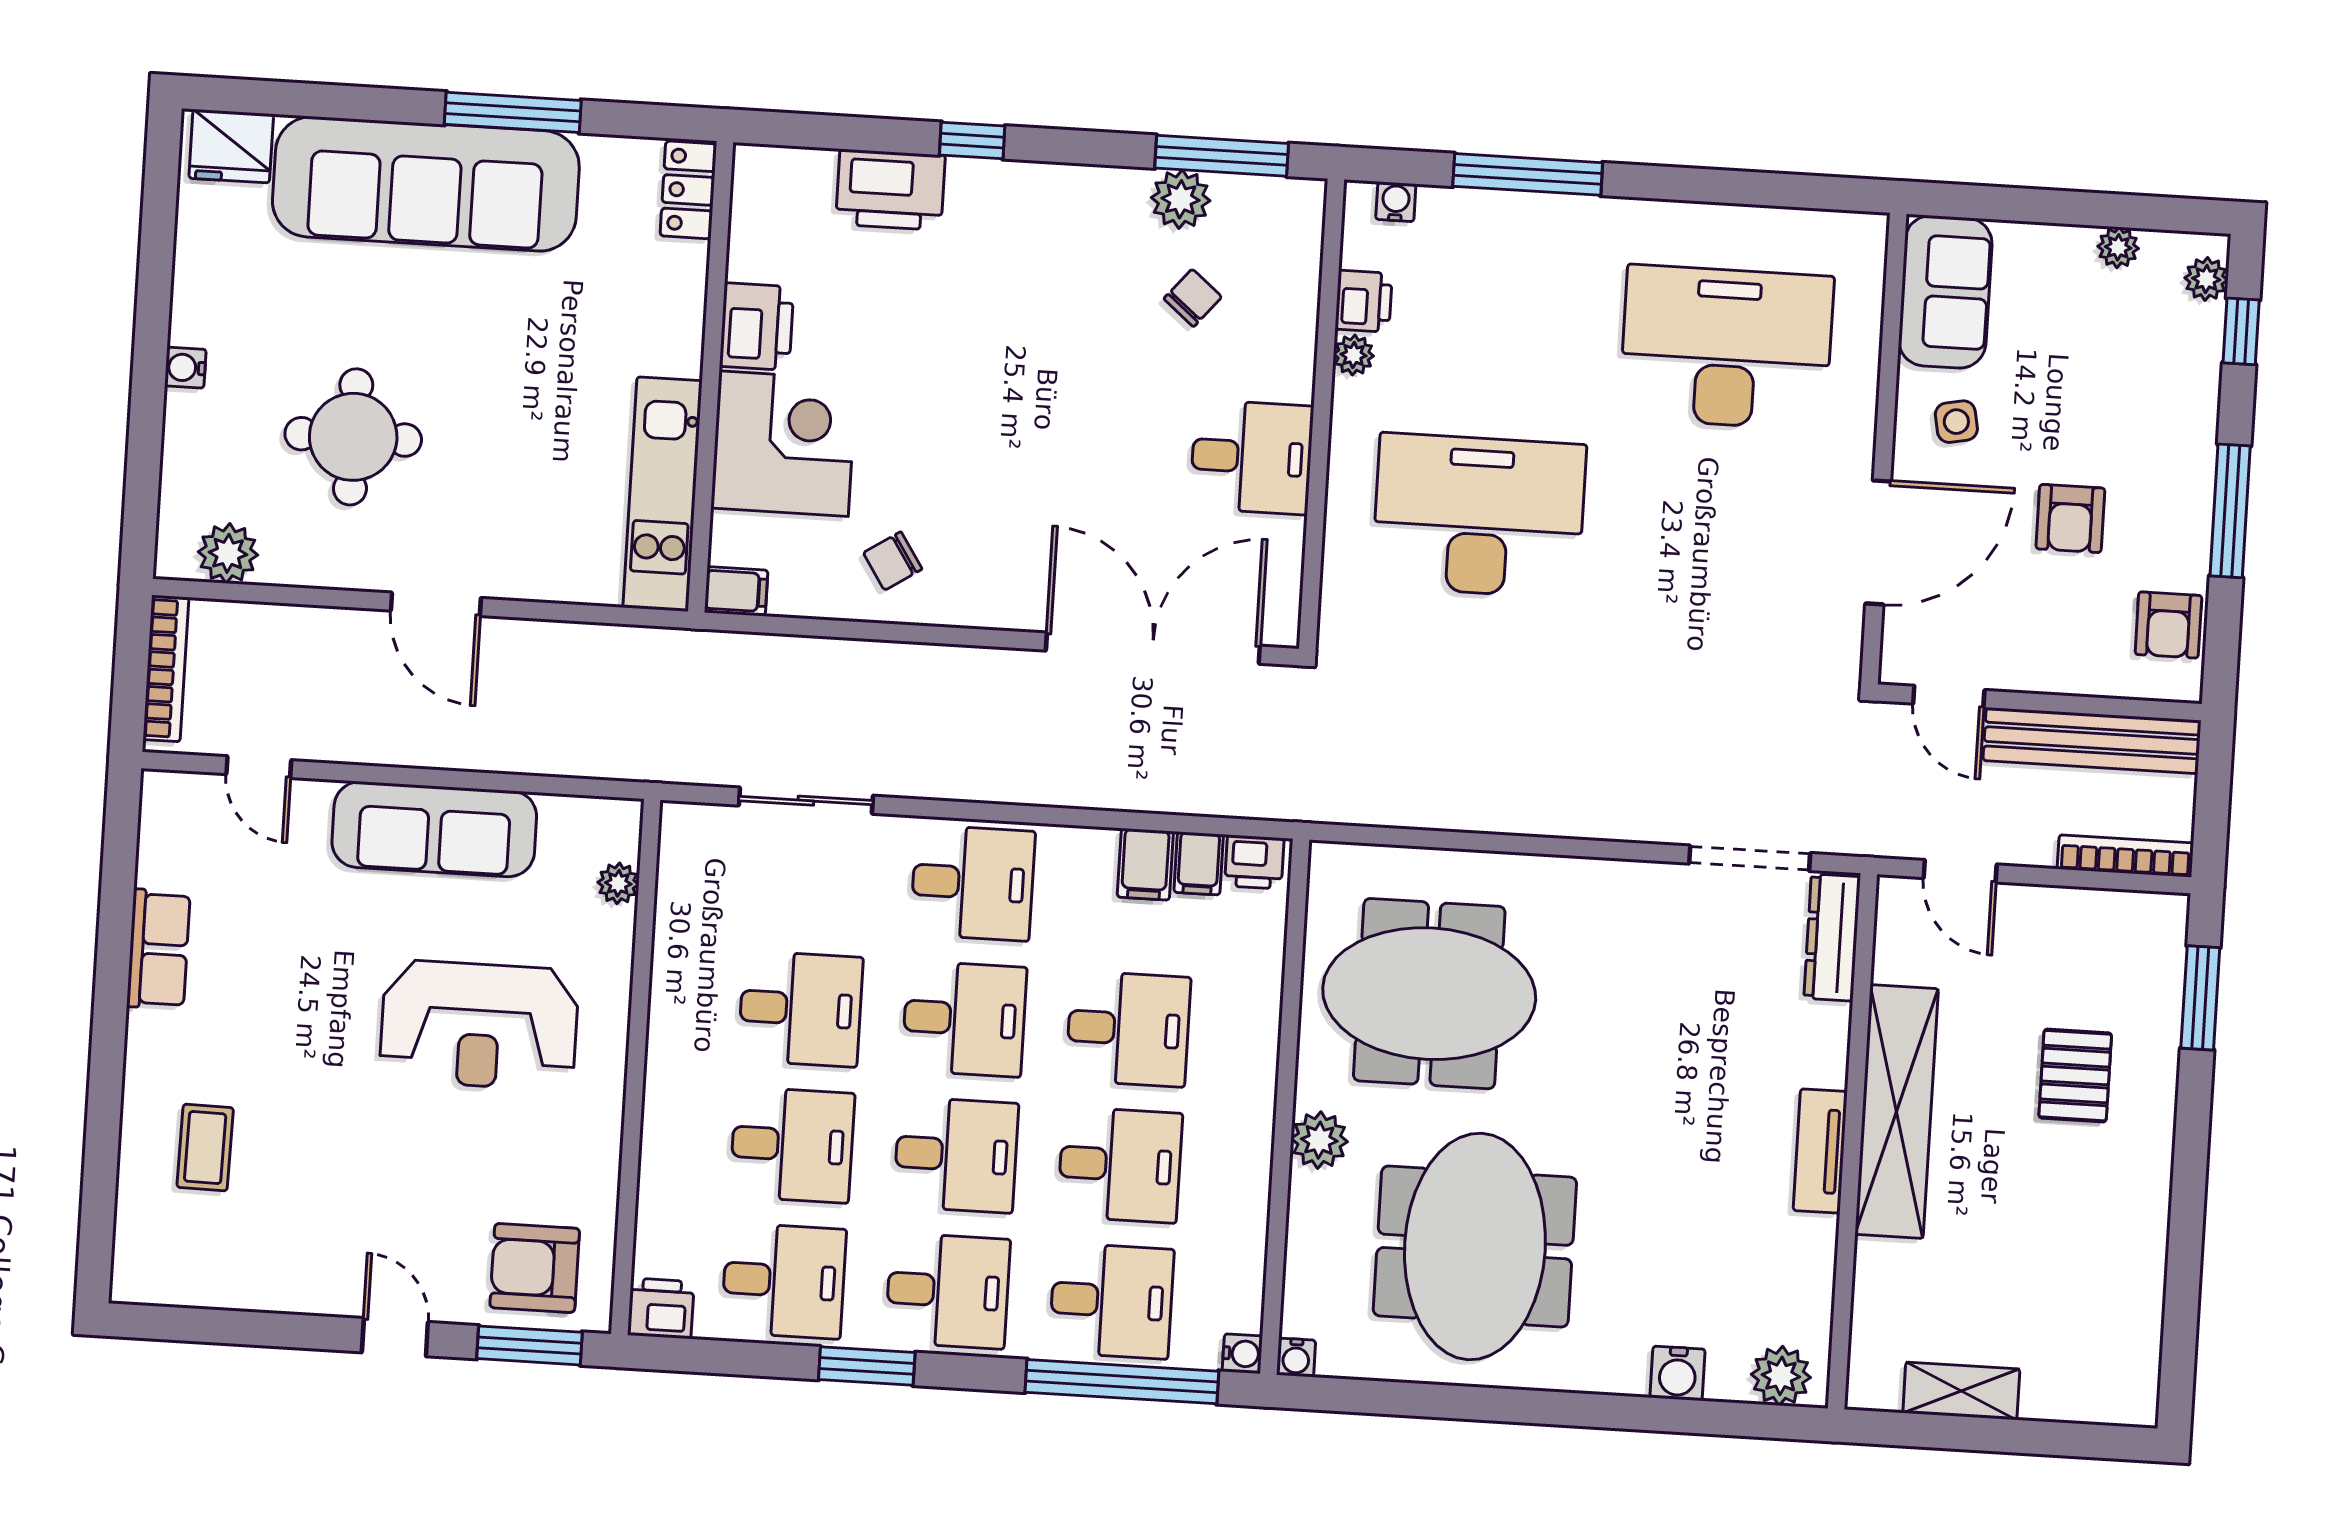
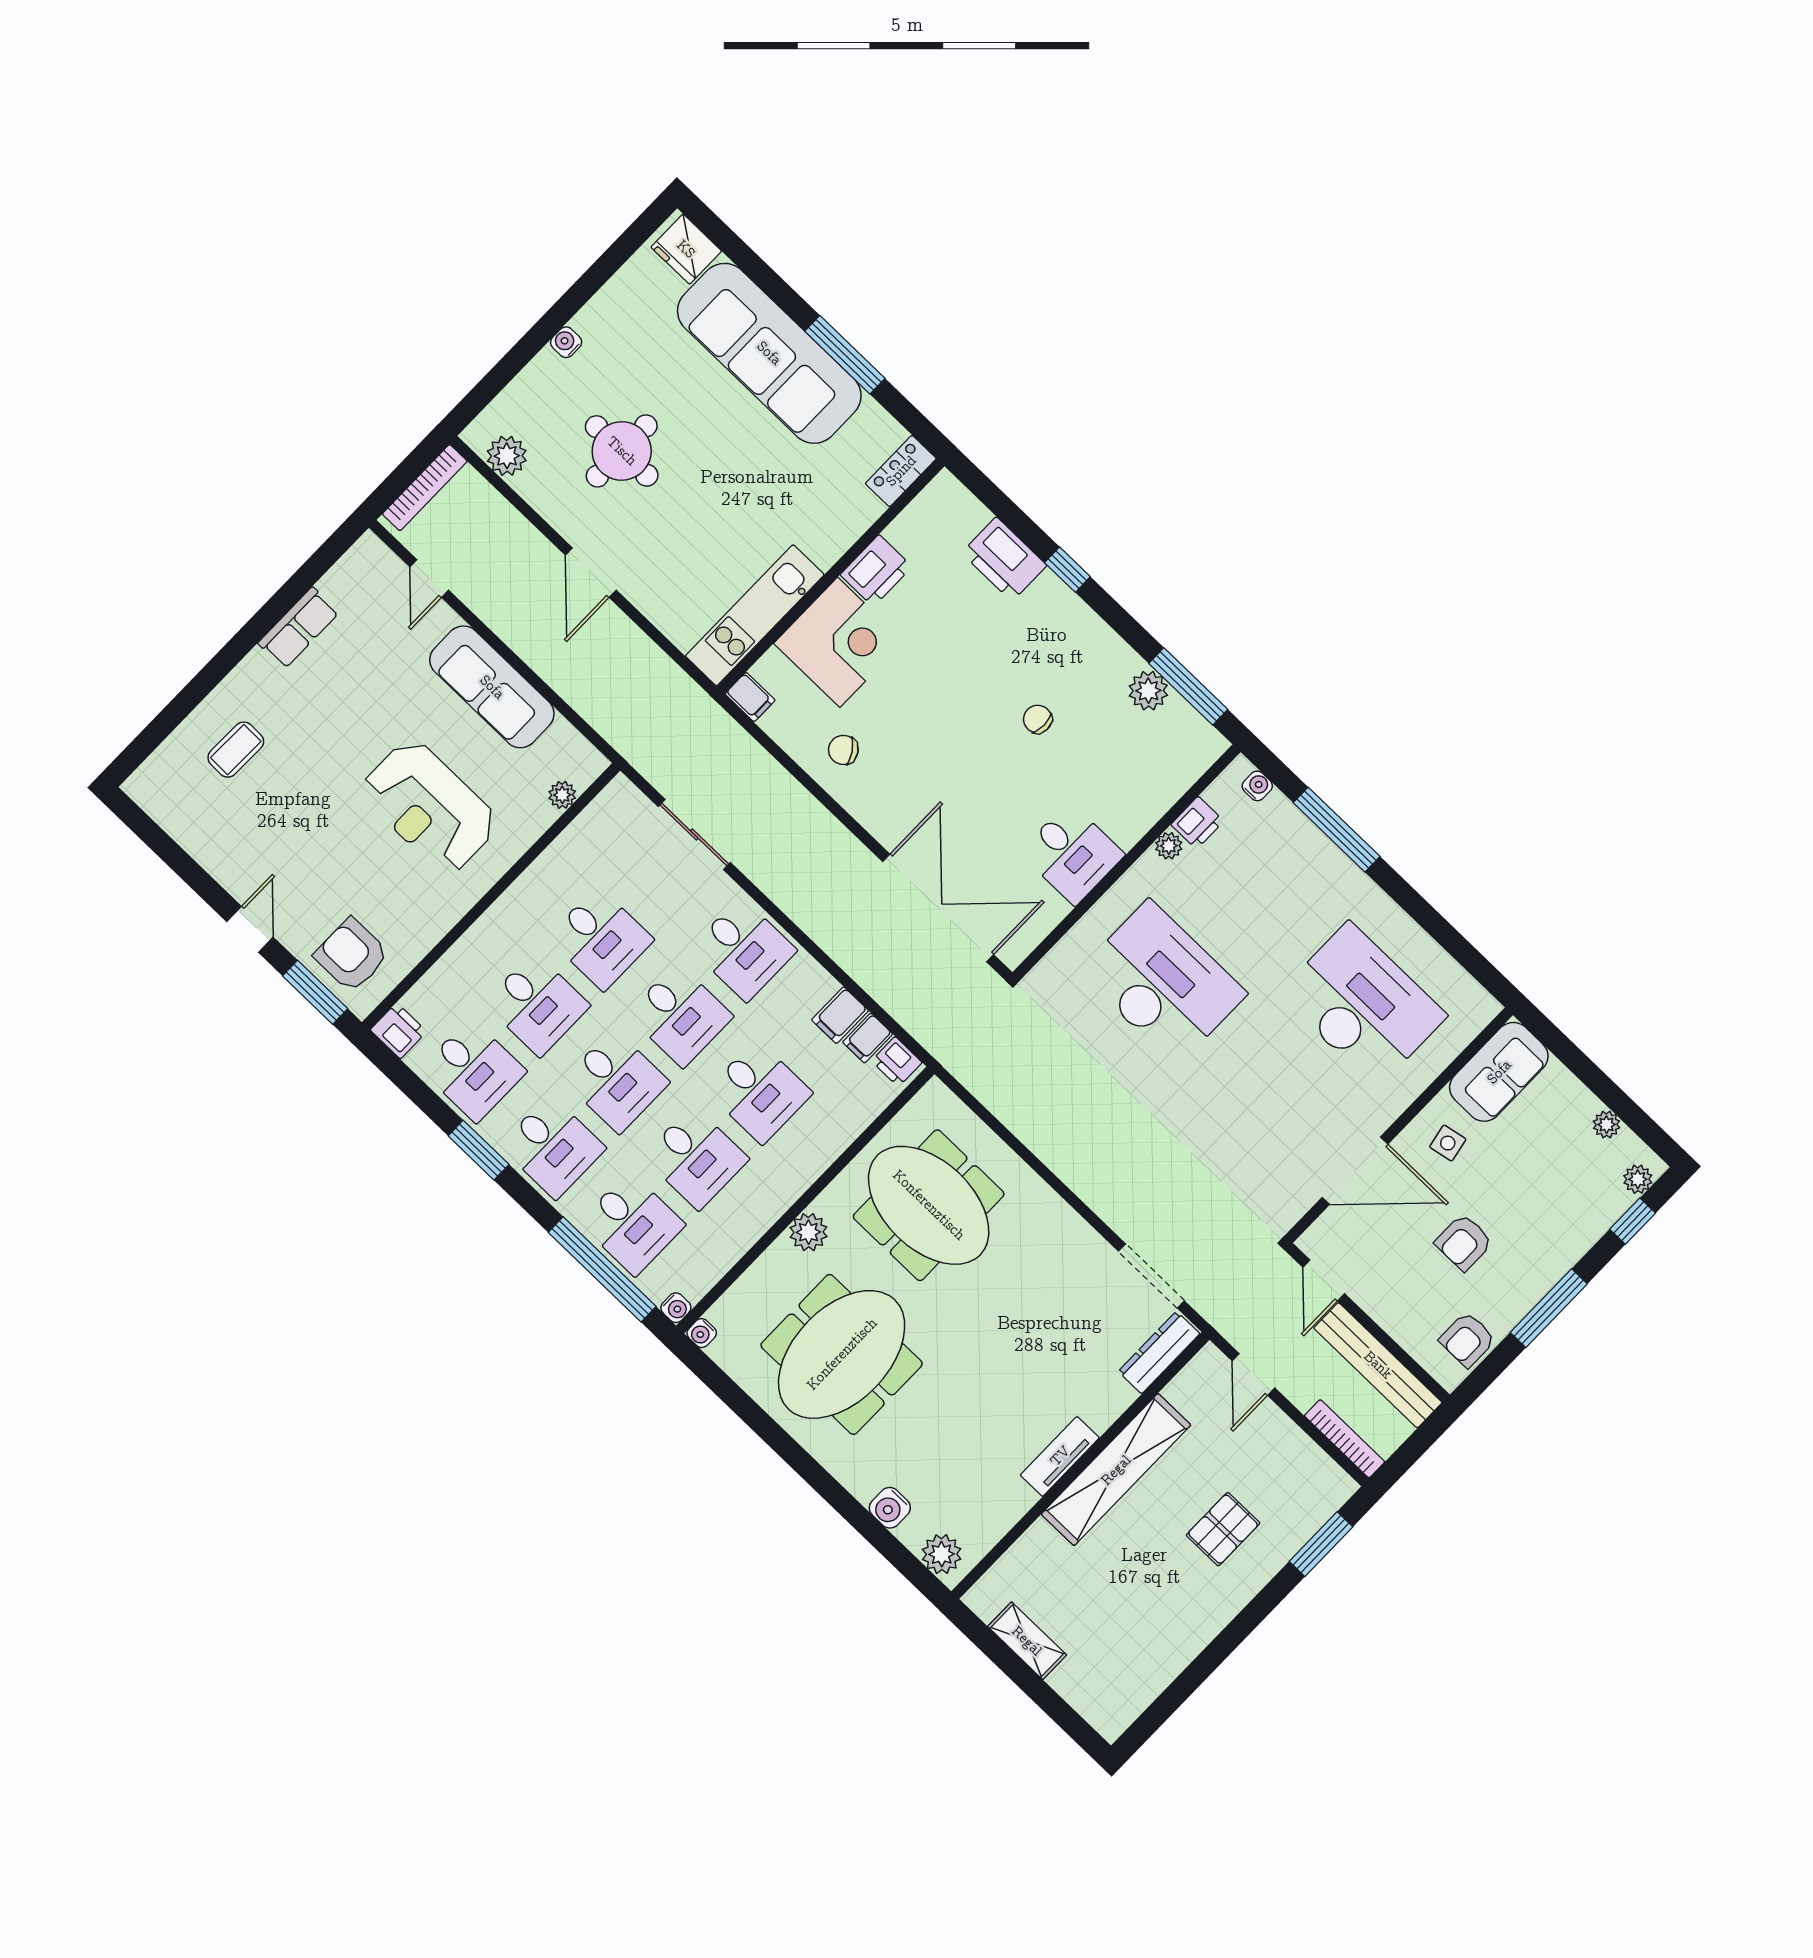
chair: (1193, 298) -> (1038, 719), moved, turned -130

